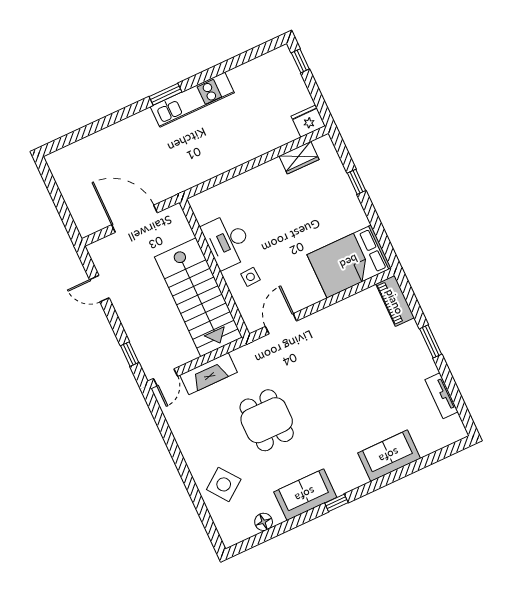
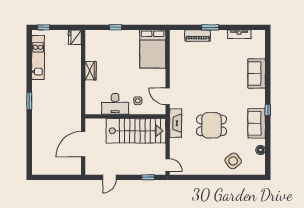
kitchen unit: (192, 100) -> (38, 57), moved
wardrobe: (299, 158) -> (91, 71), moved
piano: (395, 301) -> (198, 36), moved
fireplace: (208, 374) -> (176, 123), moved

